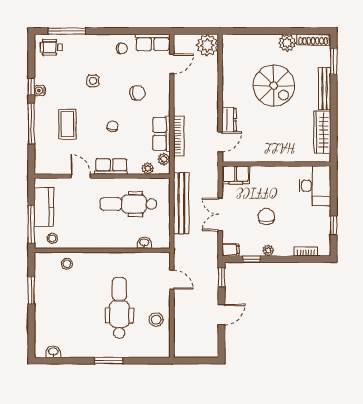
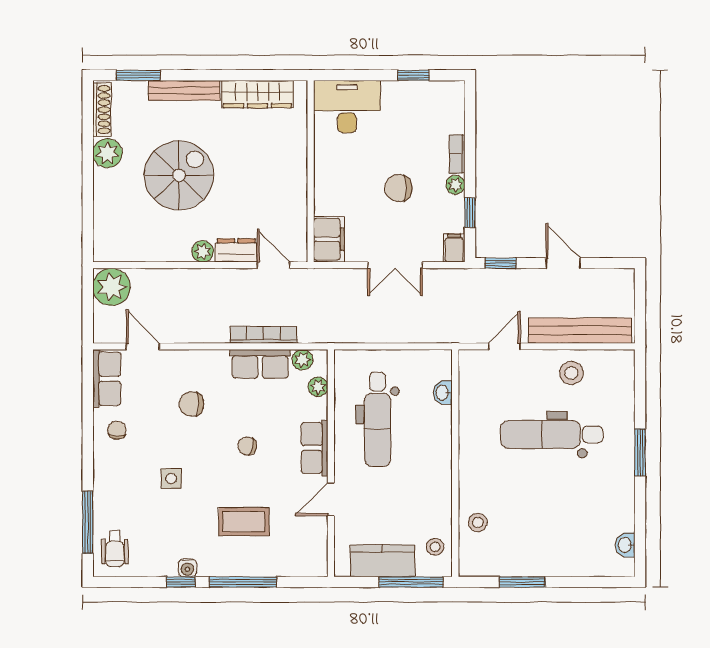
chair: (137, 93) -> (191, 404), turned -80
plant: (229, 100) -> (203, 251), added
bench: (181, 203) -> (580, 331), moved
bookcase: (306, 251) -> (457, 154), moved

